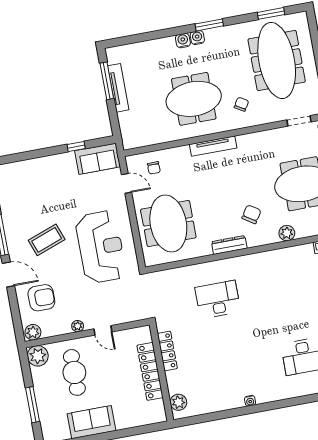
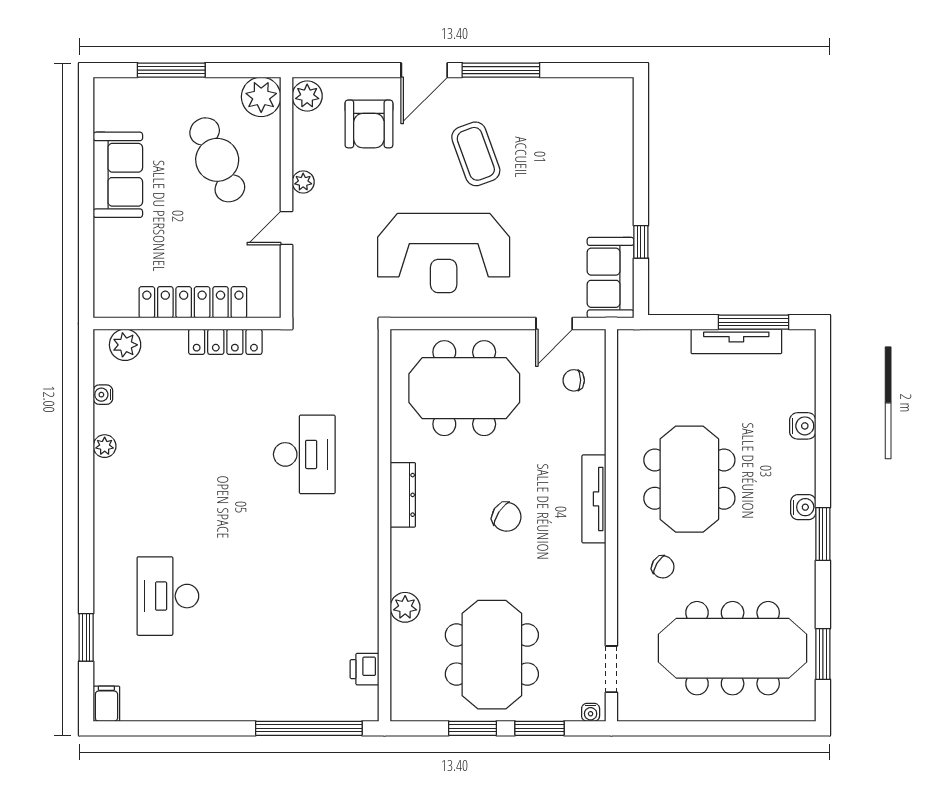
water cooler: (183, 41) -> (803, 426), moved
chair: (251, 214) -> (506, 517), moved
cafe table: (74, 372) -> (217, 160), turned 66
water cooler: (250, 401) -> (103, 395), moved
plant: (233, 403) -> (105, 446), added

